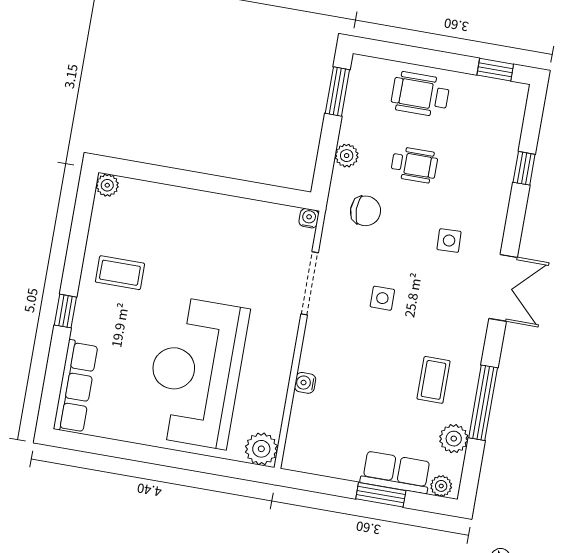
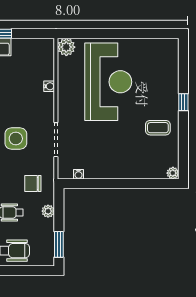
water cooler: (309, 218) -> (79, 174), moved
side table: (382, 298) -> (16, 139), width x1.87, depth x1.87
row of seats: (76, 387) -> (171, 63), removed

